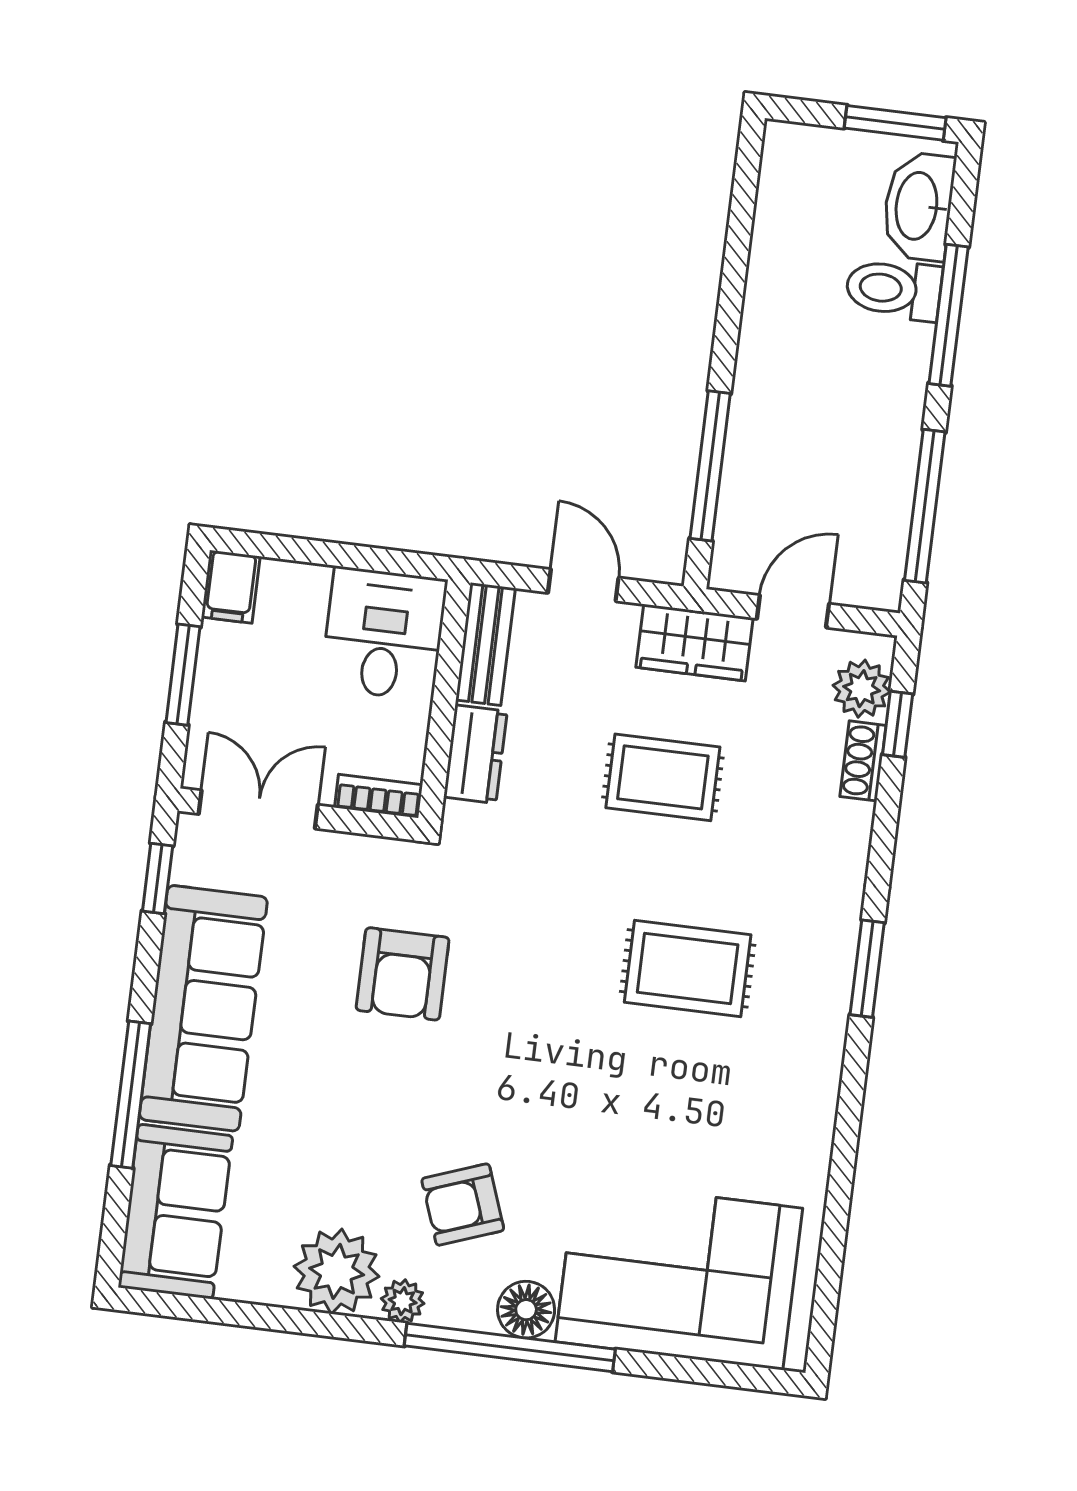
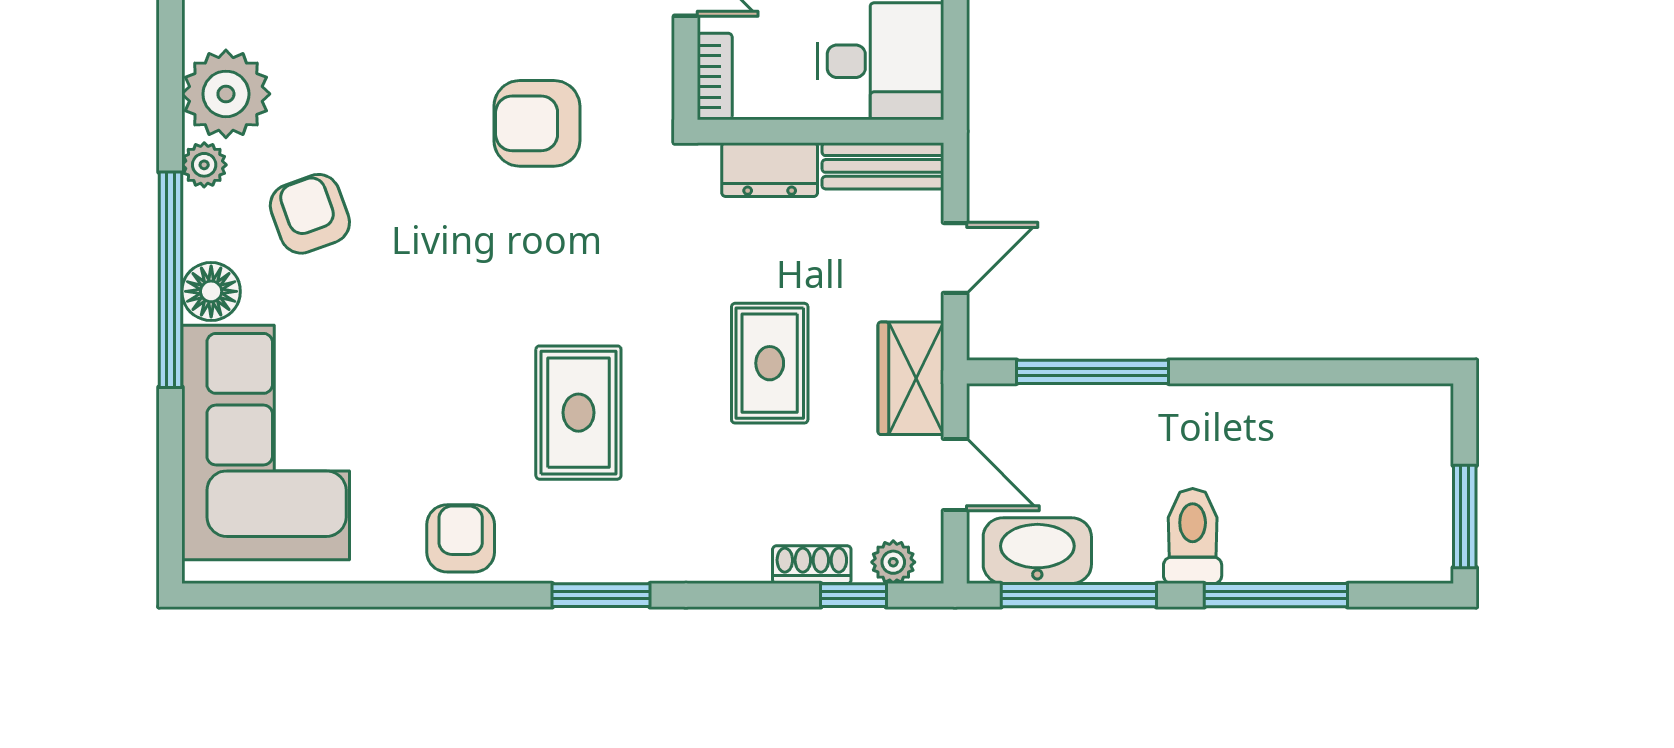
washbasin: (918, 206) -> (1037, 551), moved
toilet: (894, 289) -> (1193, 536), moved
plant: (862, 689) -> (893, 562), width x0.73, depth x0.73
armchair: (795, 1098) -> (461, 538), added

